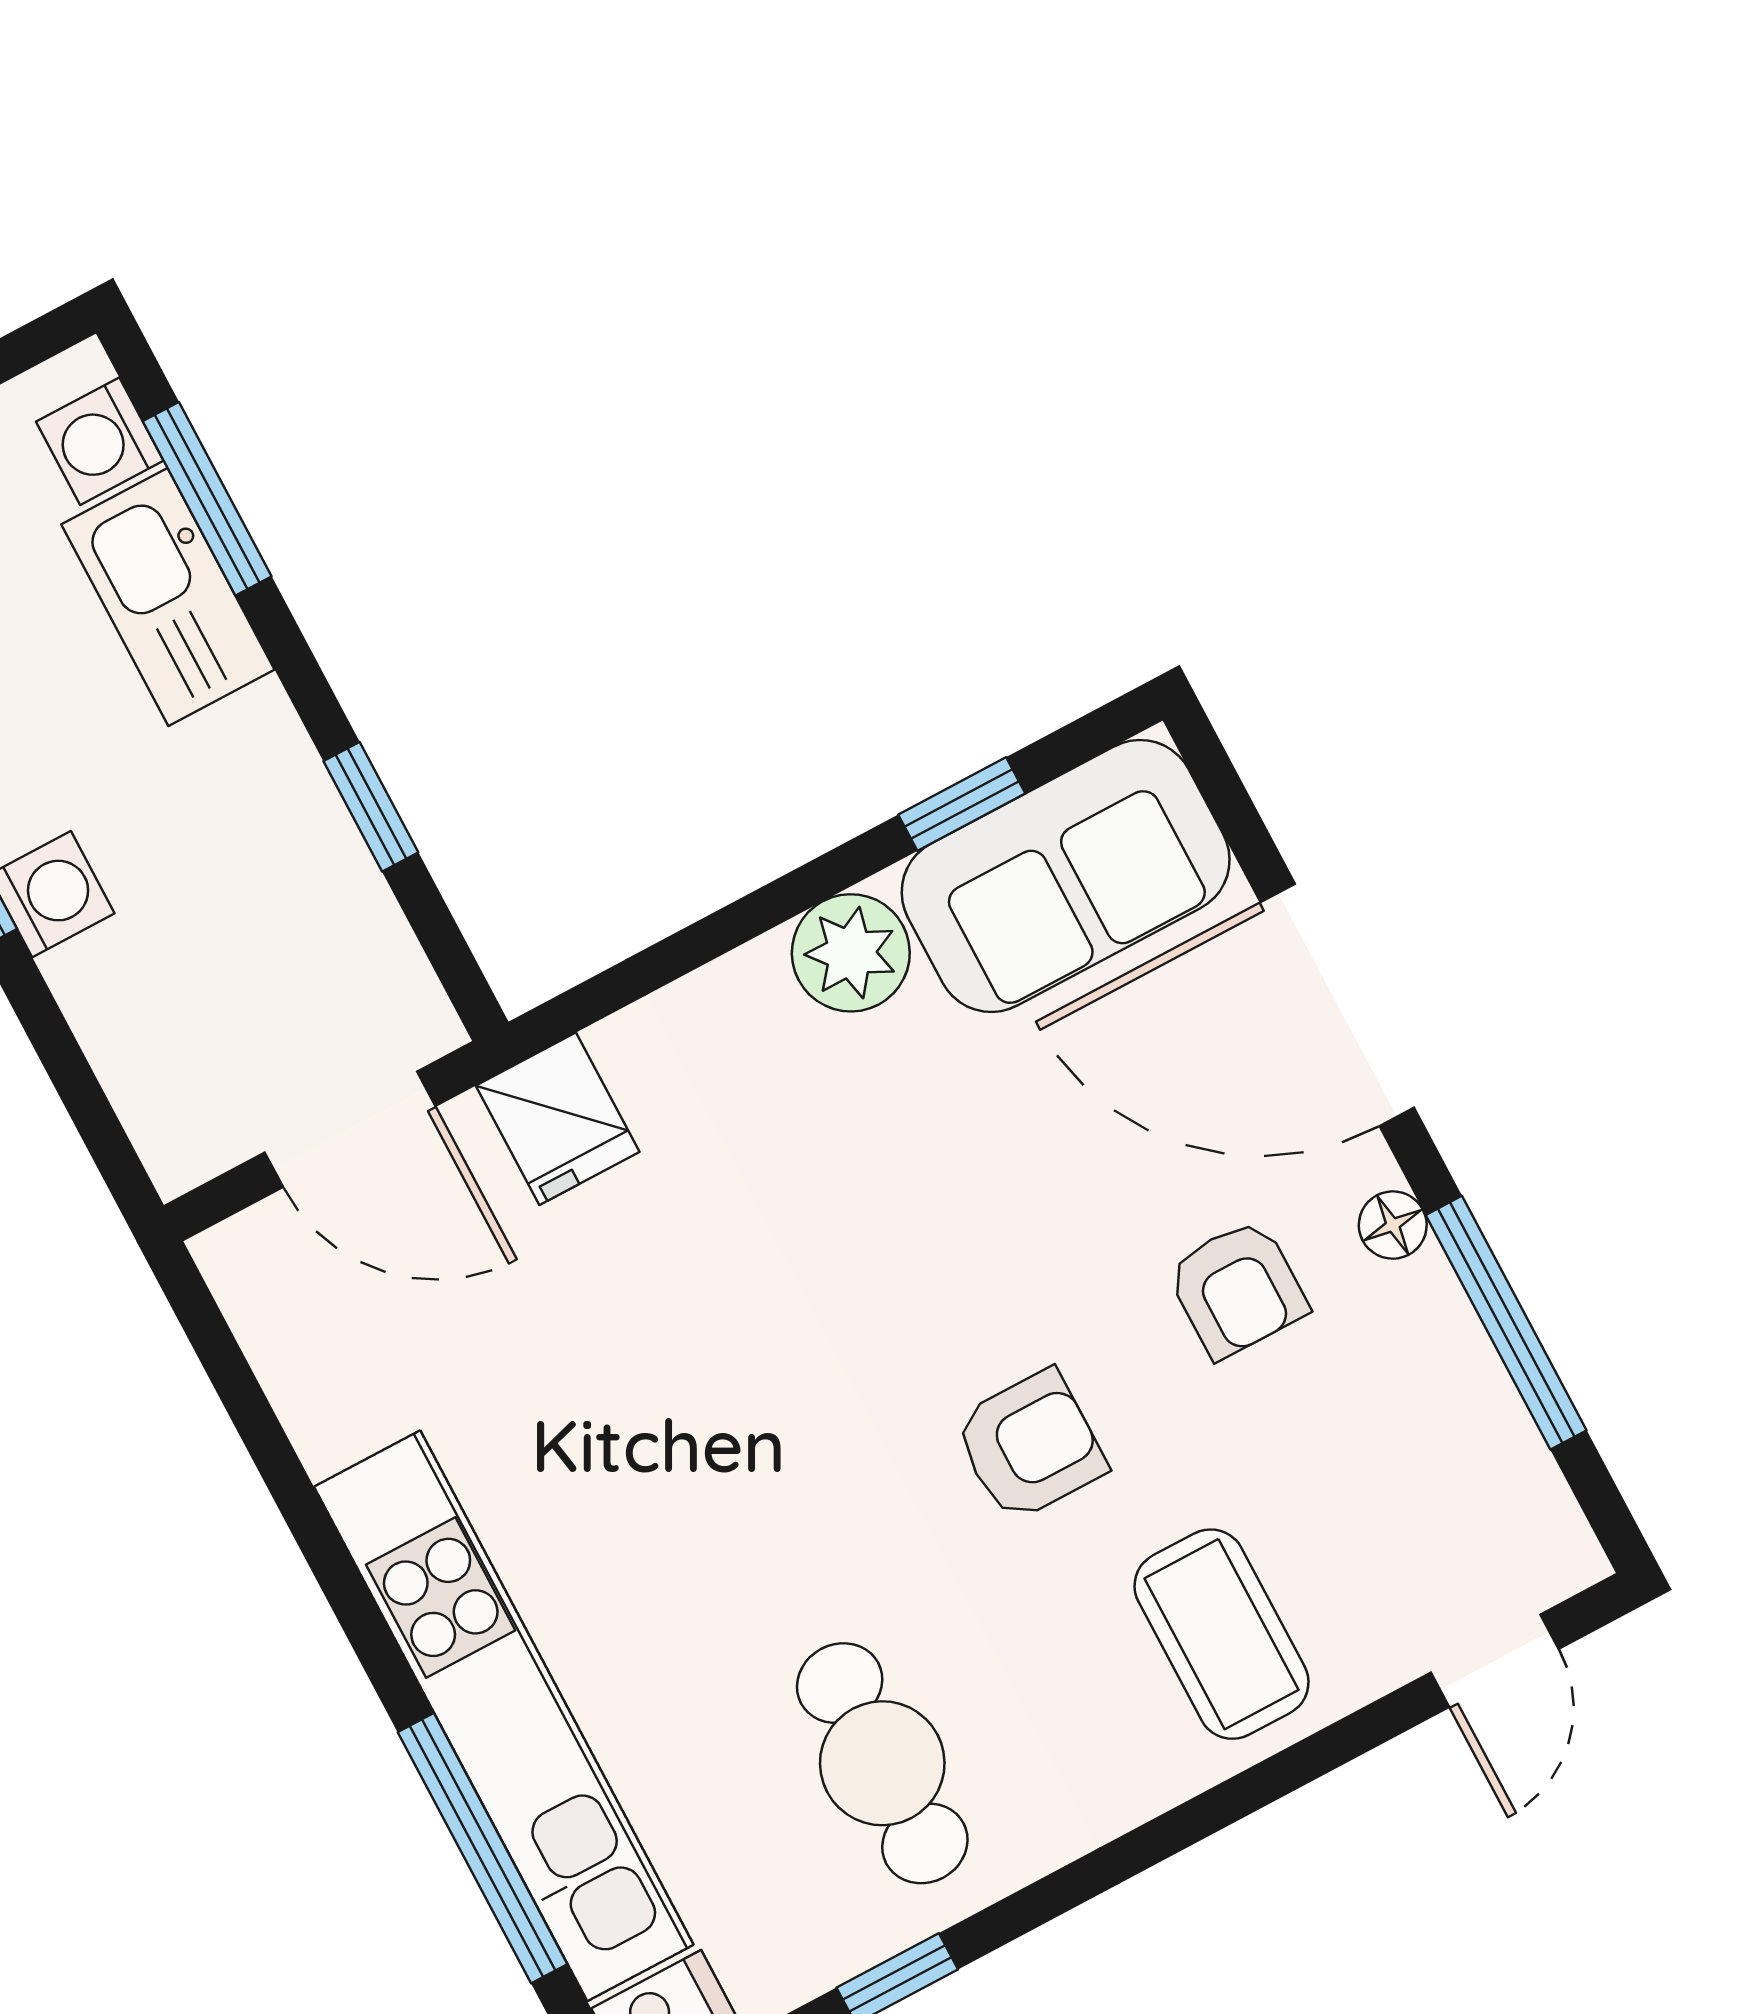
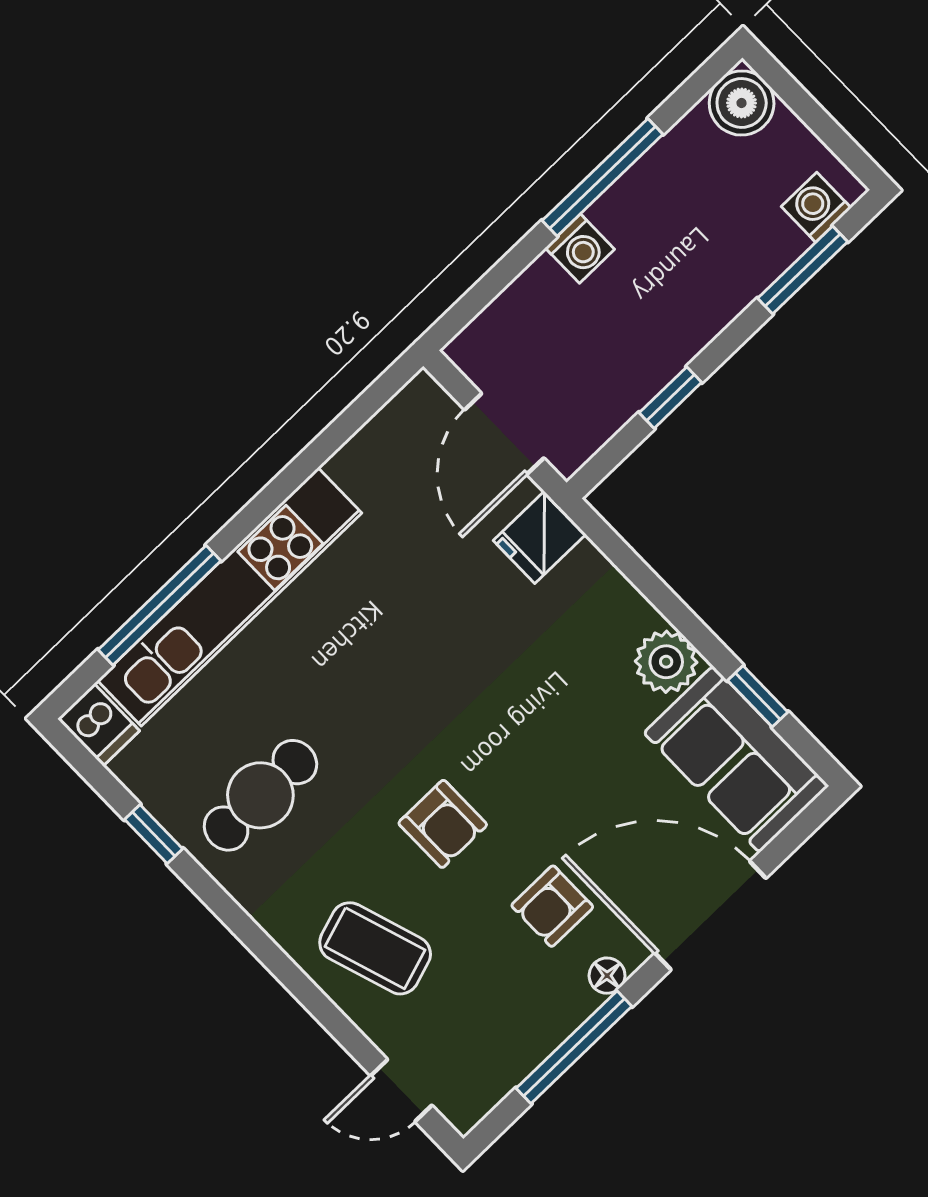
kitchen sink: (168, 597) -> (747, 264), removed
door: (1337, 1005) -> (710, 916), hinge flipped
coffee table: (1222, 1634) -> (375, 948), turned 72

